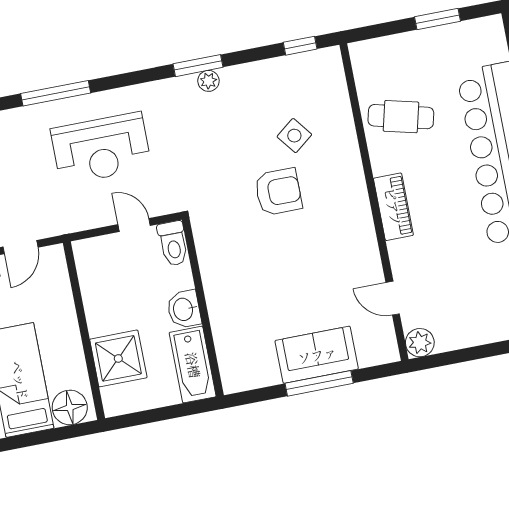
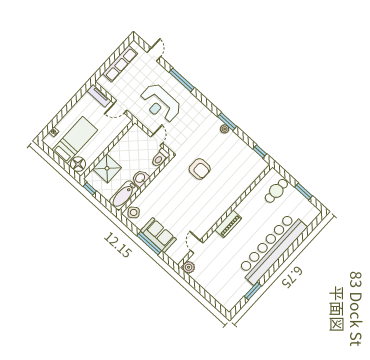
cafe table: (401, 117) -> (276, 191), moved, turned 76
side table: (294, 136) -> (134, 212), moved
reception desk: (101, 148) -> (160, 103), moved
armchair: (278, 192) -> (200, 169), moved
window: (133, 420) -> (90, 189), added

